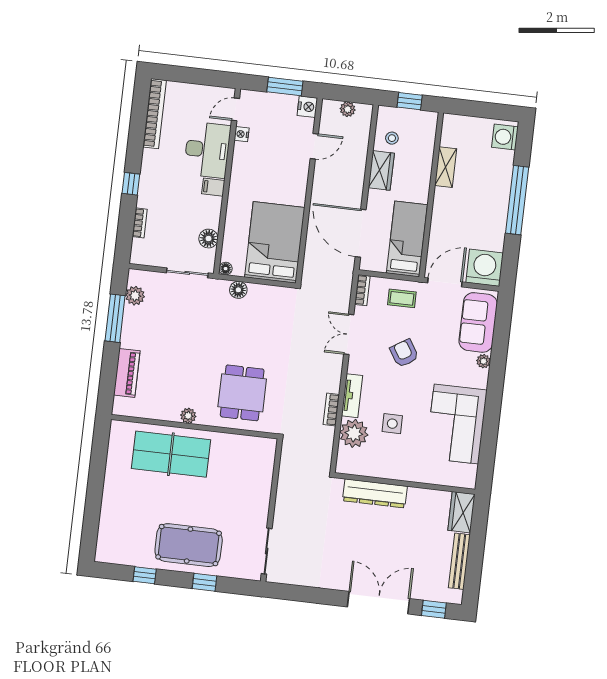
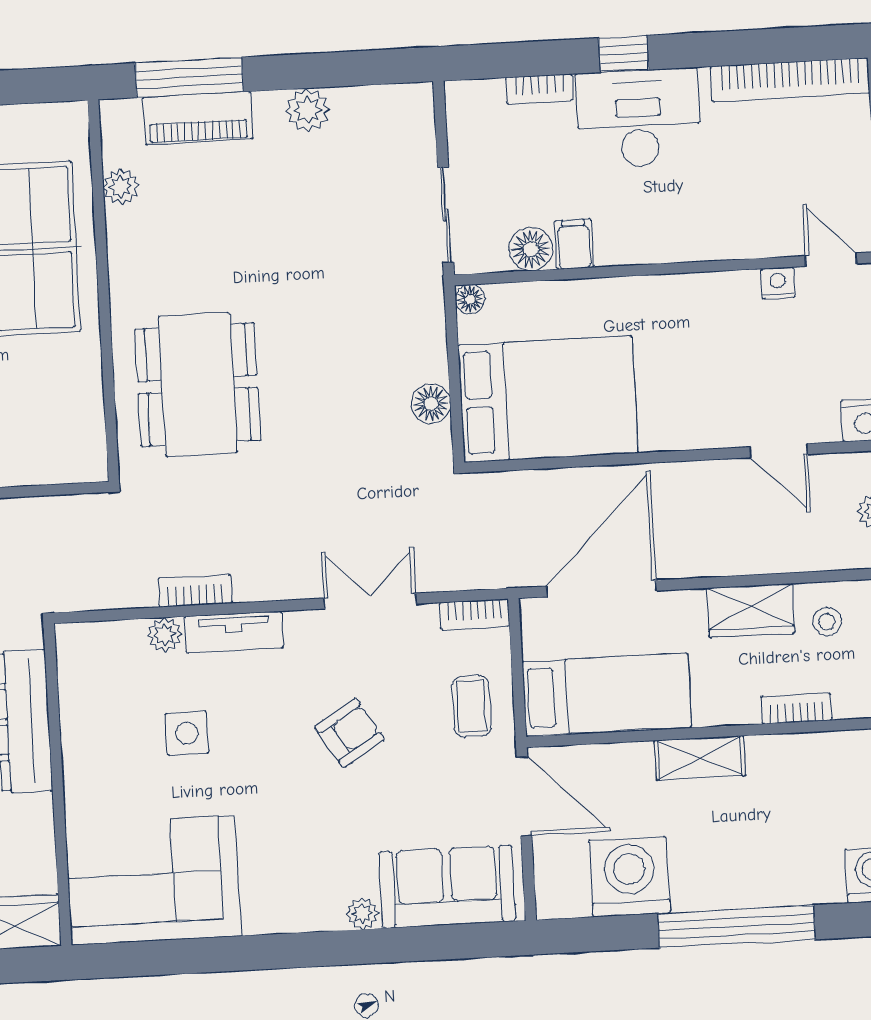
desk: (207, 150) -> (639, 118), moved, turned 180
bookcase: (427, 158) -> (796, 708), added
shelving: (446, 167) -> (700, 758), moved
filing cabinet: (213, 187) -> (574, 244), moved
washing machine: (485, 268) -> (630, 877), moved, turned -90
floor lamp: (238, 290) -> (431, 404), moved
plant: (135, 296) -> (308, 110), moved
window: (115, 318) -> (189, 77), moved
dining table: (242, 393) -> (198, 385), width x1.37
plant: (188, 416) -> (121, 187), moved
corner sofa: (456, 424) -> (153, 880), moved
plant: (354, 433) -> (165, 635), width x0.53, depth x0.53

